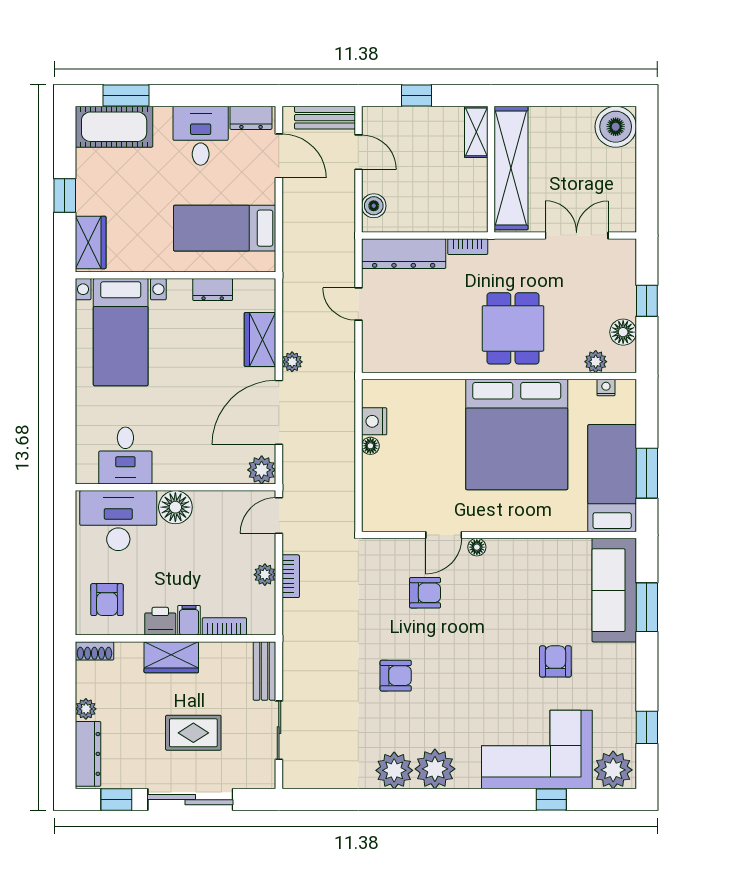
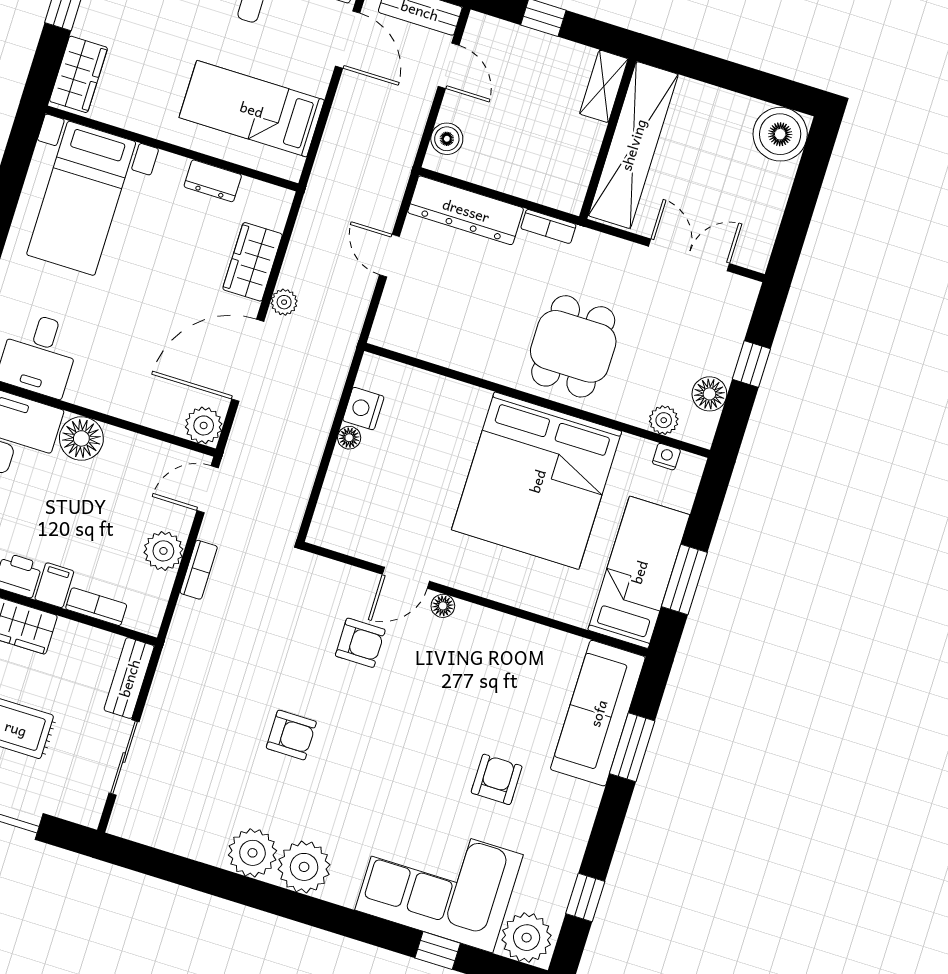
plant: (265, 575) -> (163, 551), width x1.38, depth x1.38

